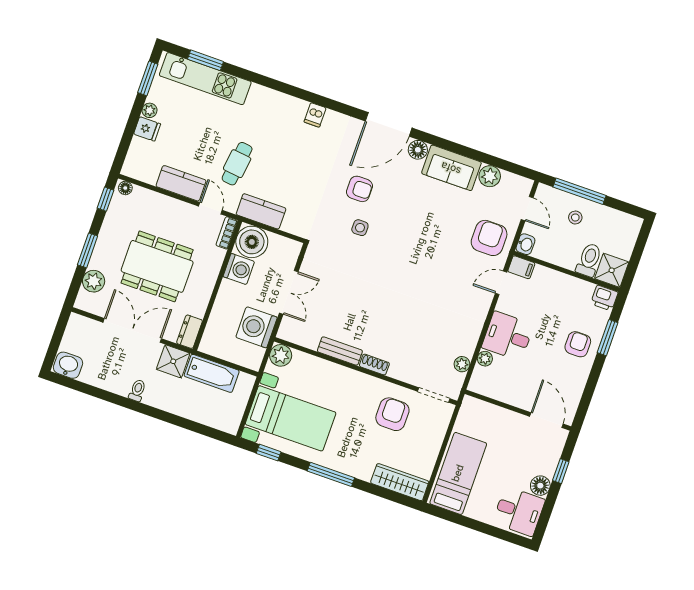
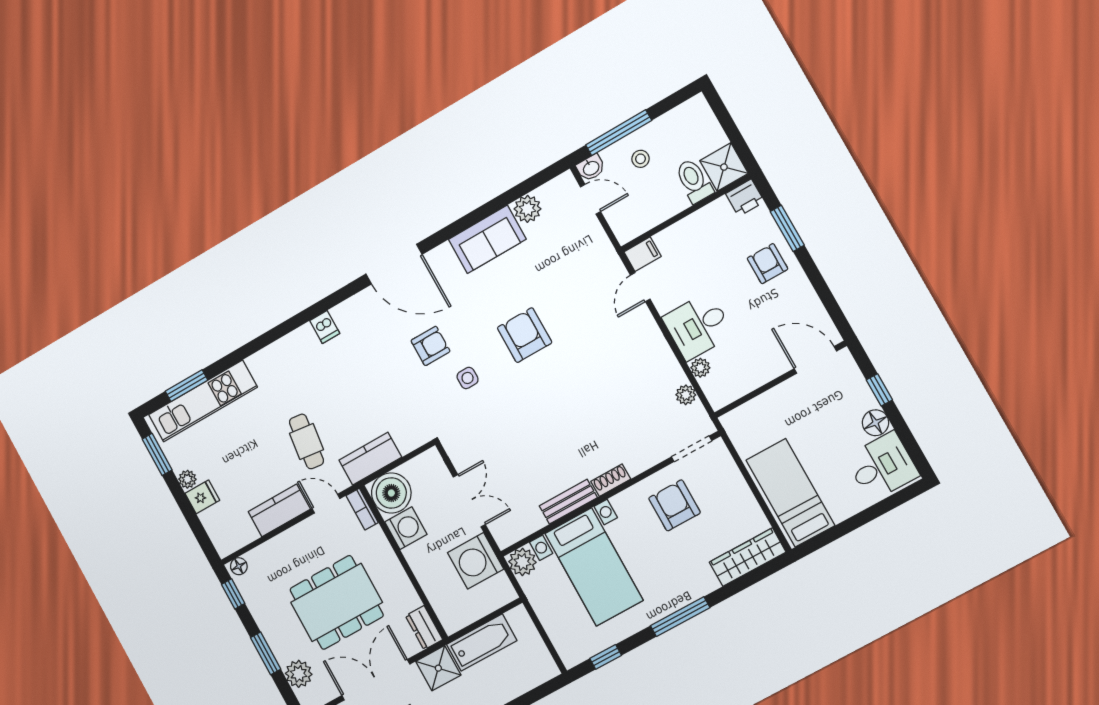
door: (389, 124) -> (394, 264), hinge flipped
floor lamp: (418, 150) -> (442, 257), removed
armchair: (489, 238) -> (525, 335), moved
washbasin: (525, 244) -> (591, 168), moved, turned 90
bed with nightstands: (291, 418) -> (594, 567), moved, turned 90

